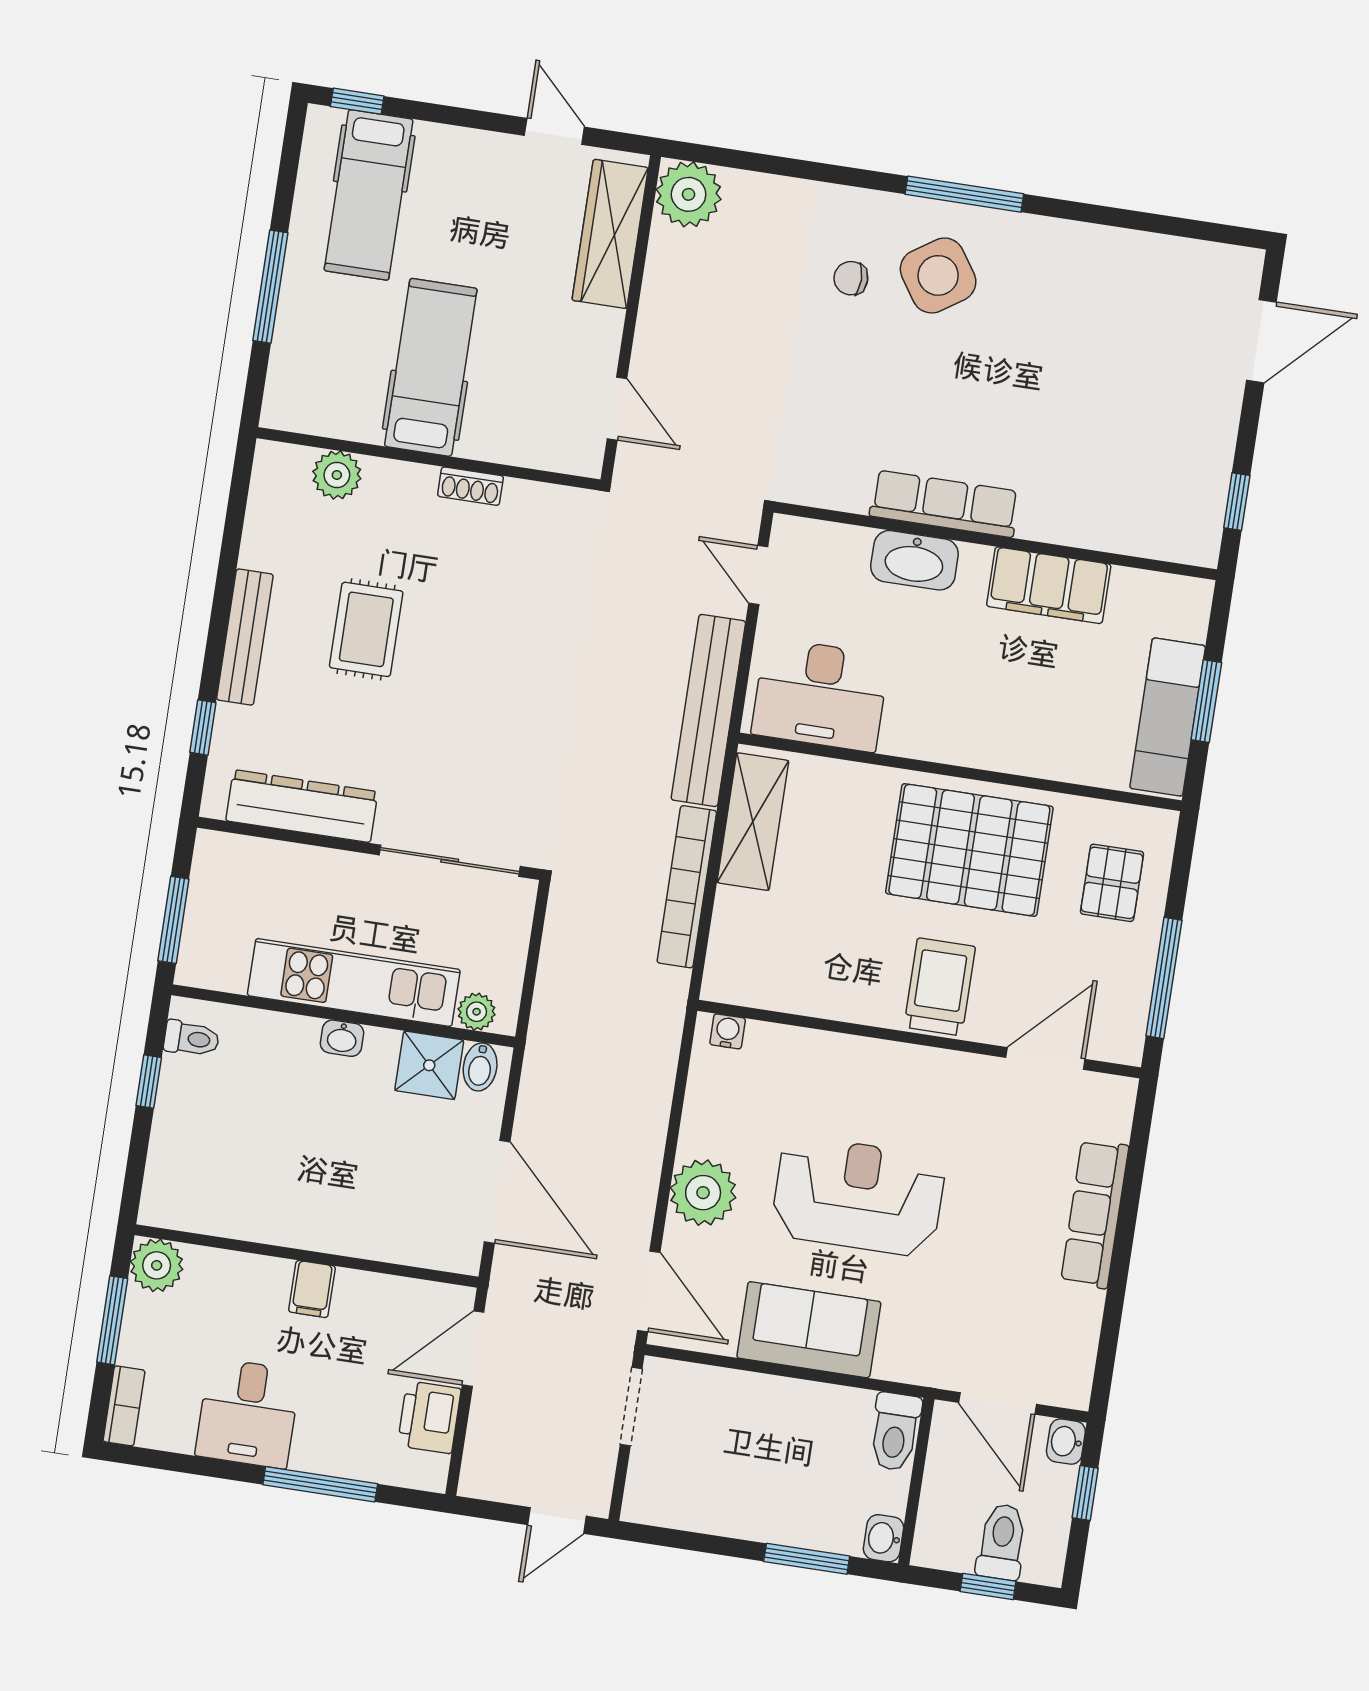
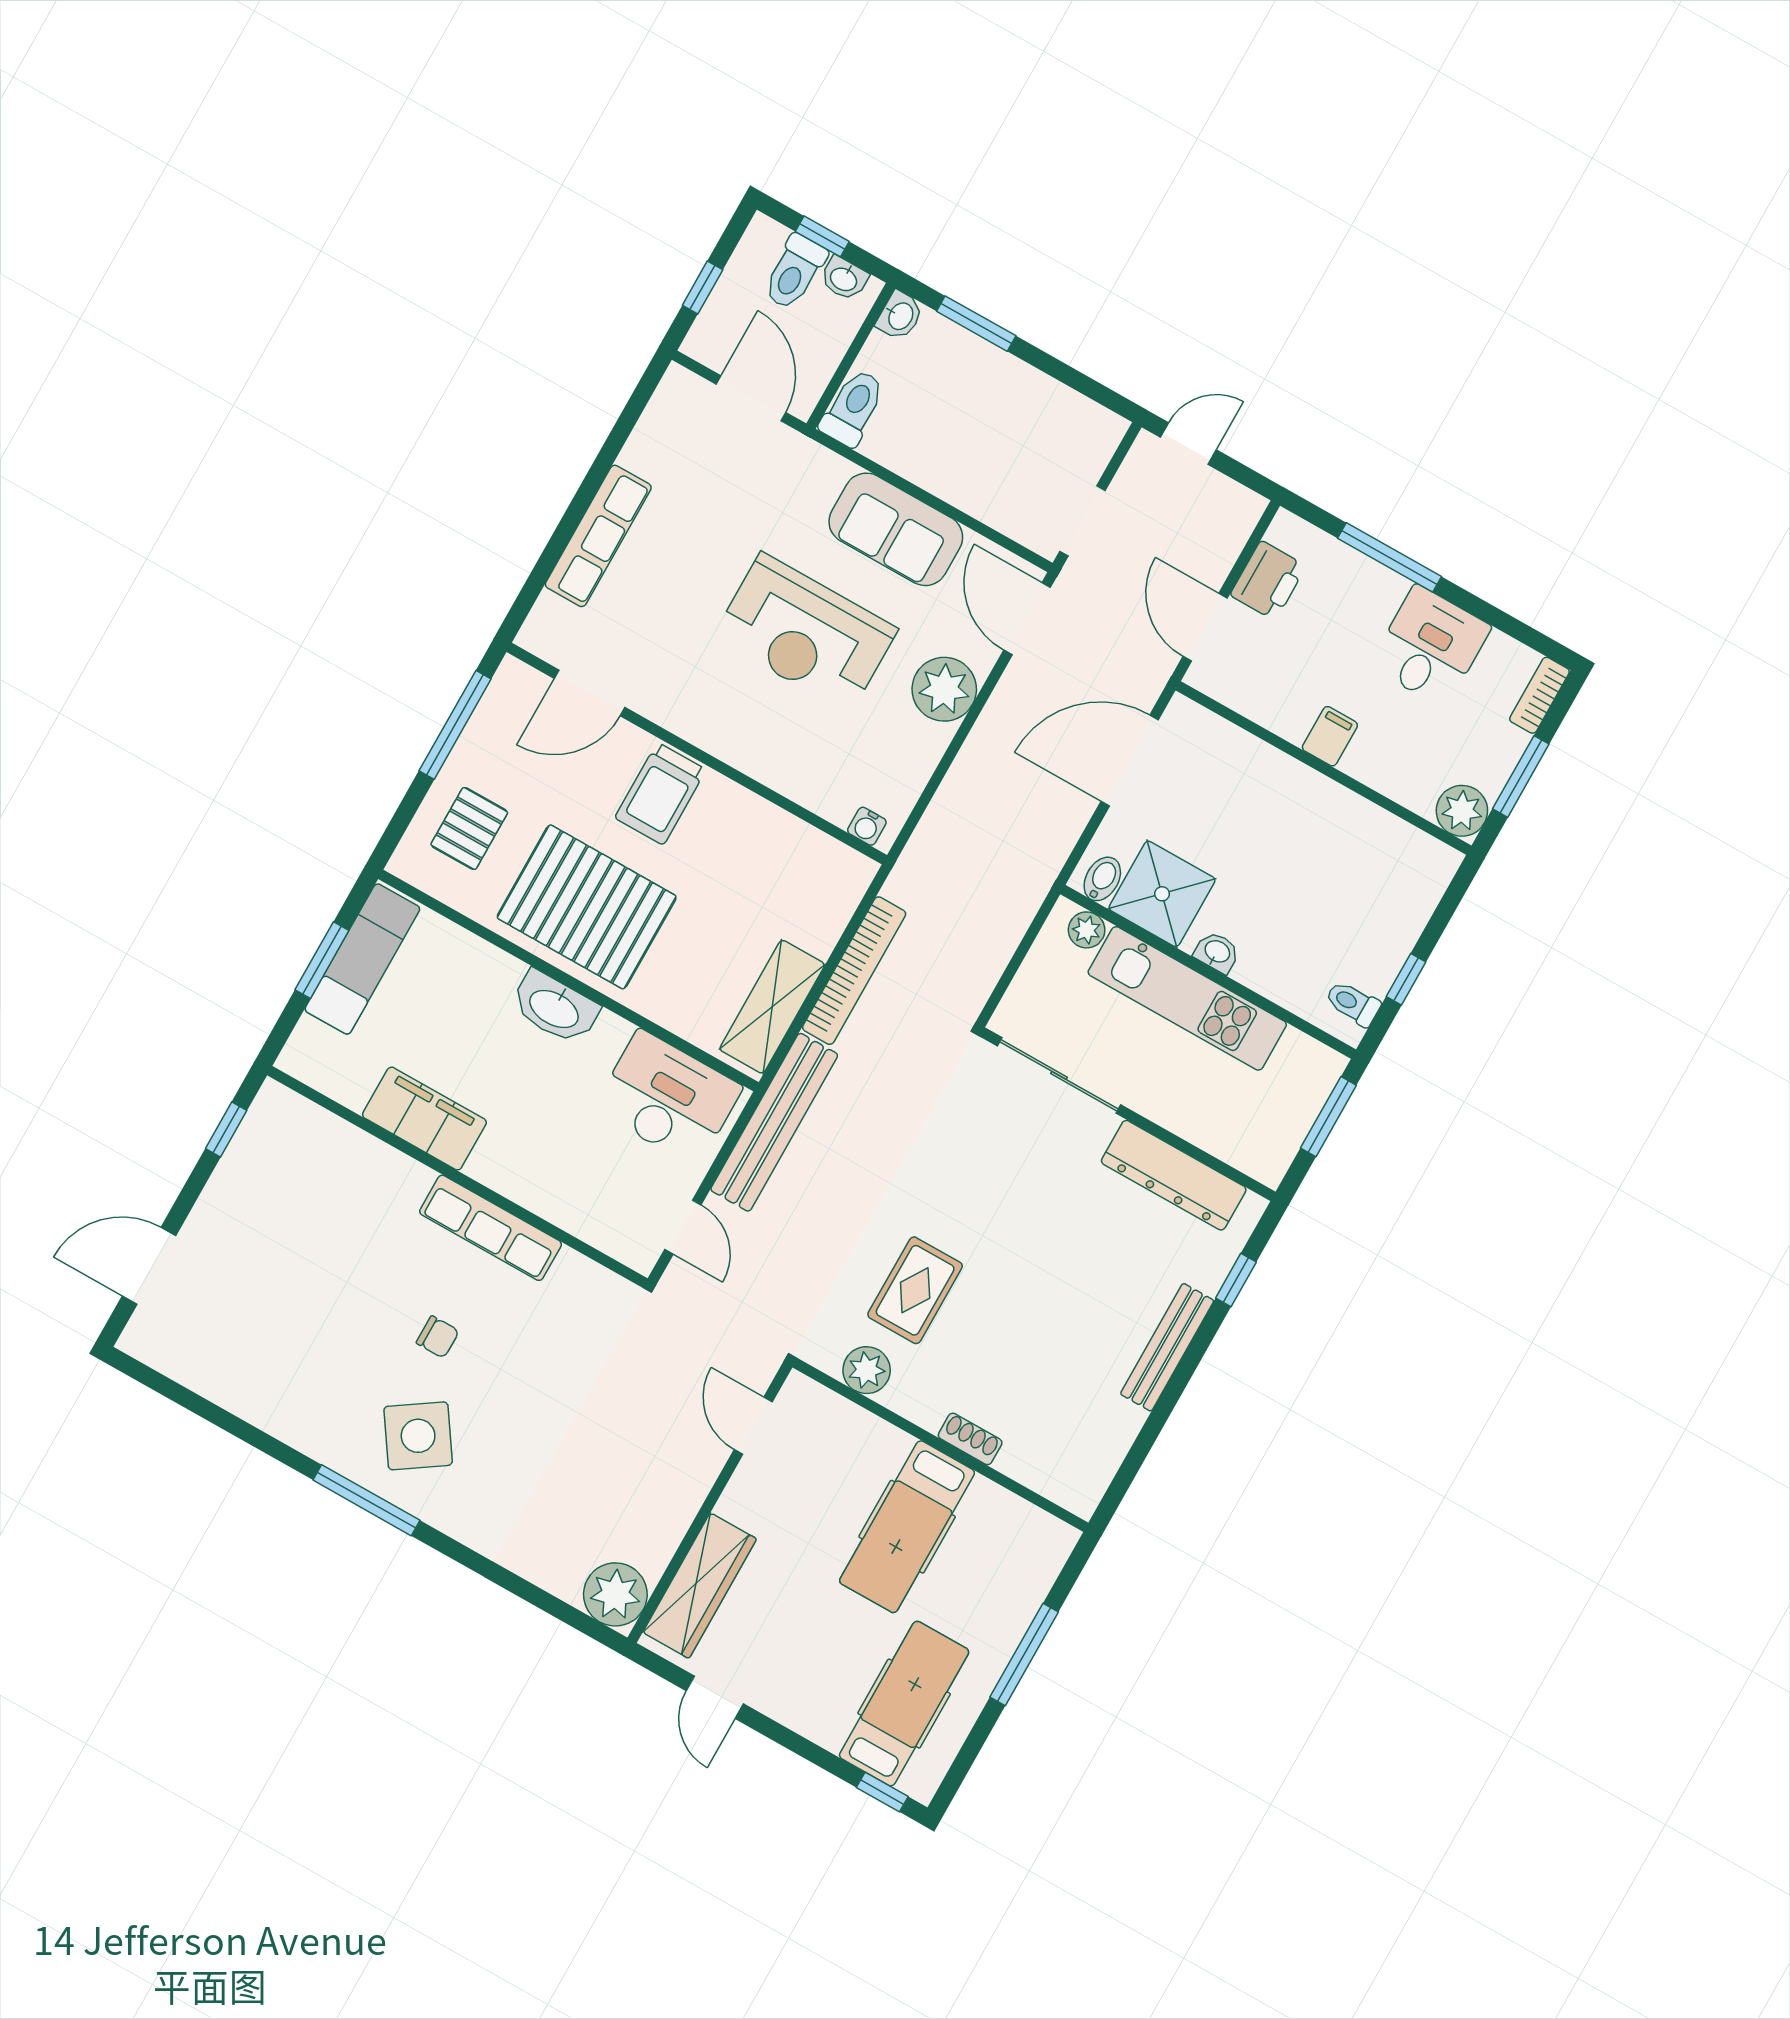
chair: (851, 278) -> (438, 1337), moved
plant: (337, 475) -> (867, 1370), moved
shoe rack: (470, 486) -> (970, 1439), moved
washbasin: (914, 560) -> (555, 1008), moved, turned 180
rug: (366, 629) -> (915, 1290), moved
shower: (429, 1065) -> (1162, 894), width x1.36, depth x1.36
door: (497, 1192) -> (1130, 761), hinge flipped
door: (473, 1349) -> (1205, 627), swing flipped
washbasin: (1066, 1442) -> (844, 278), moved, turned 90

